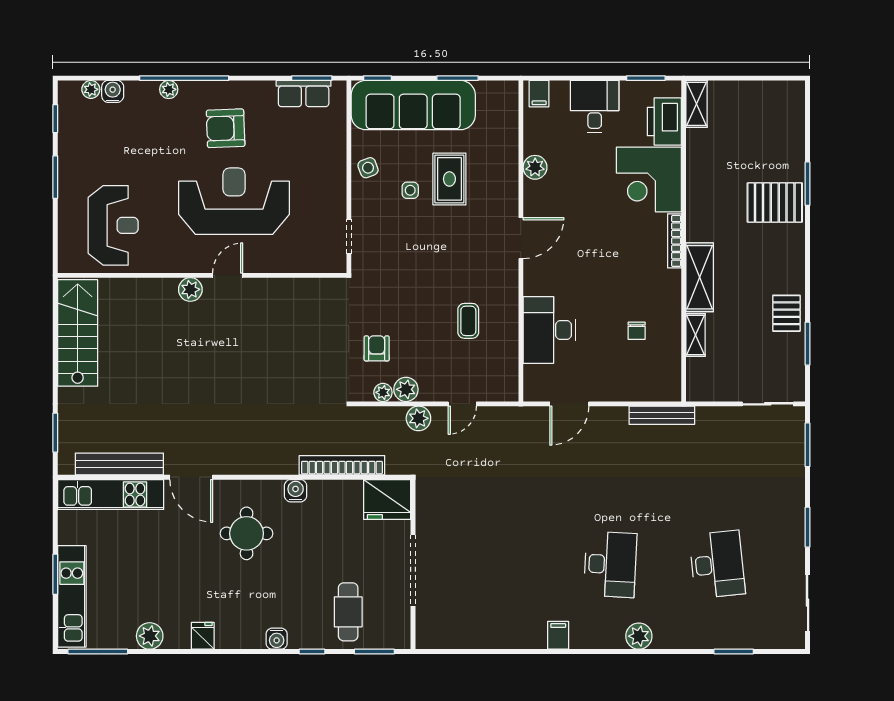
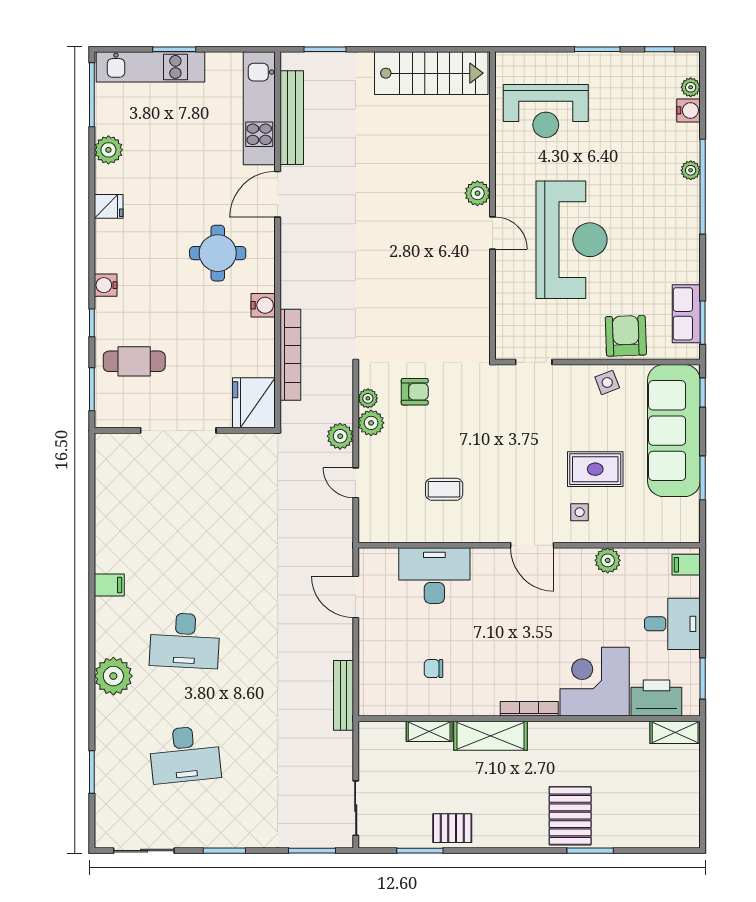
armchair: (226, 128) -> (626, 336), moved
side table: (410, 190) -> (580, 512), moved
plant: (639, 636) -> (113, 676), width x1.36, depth x1.36

